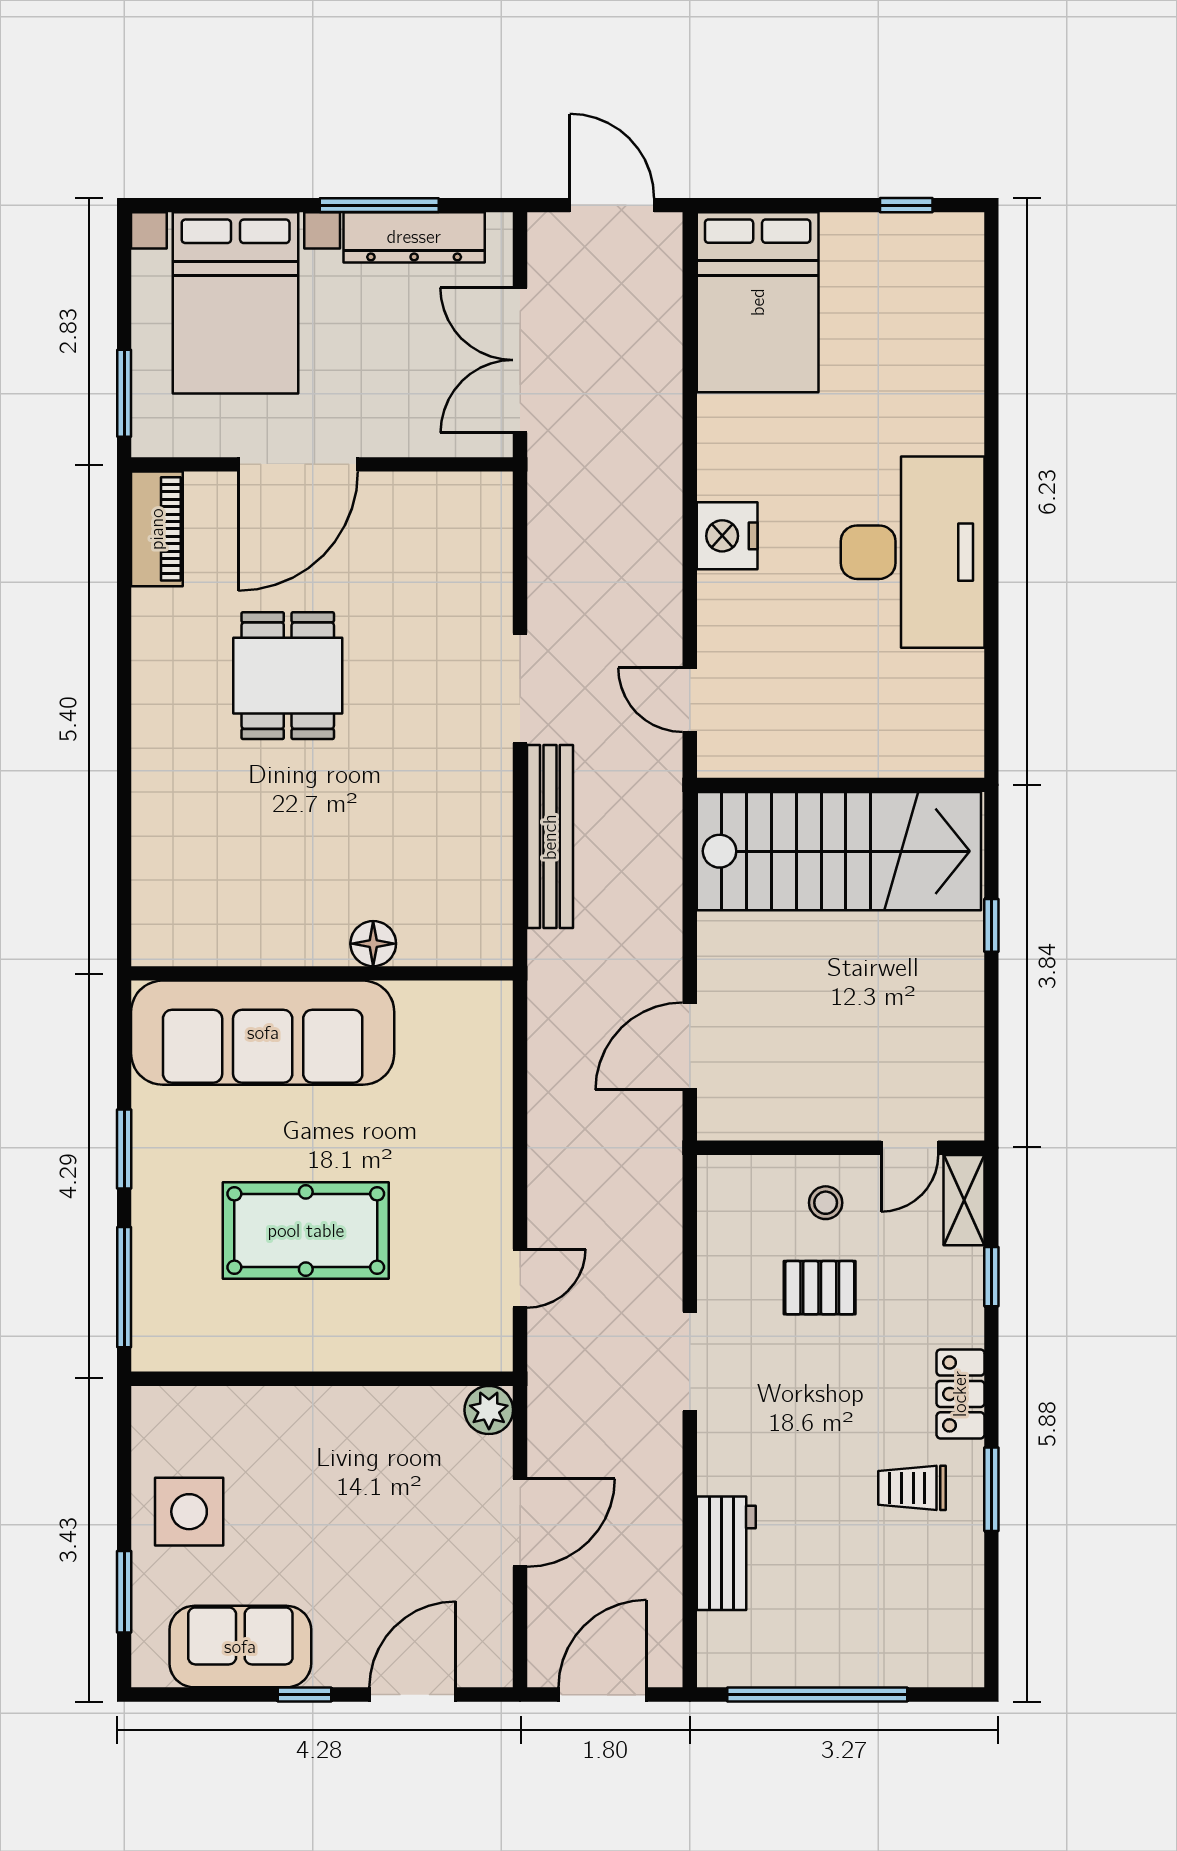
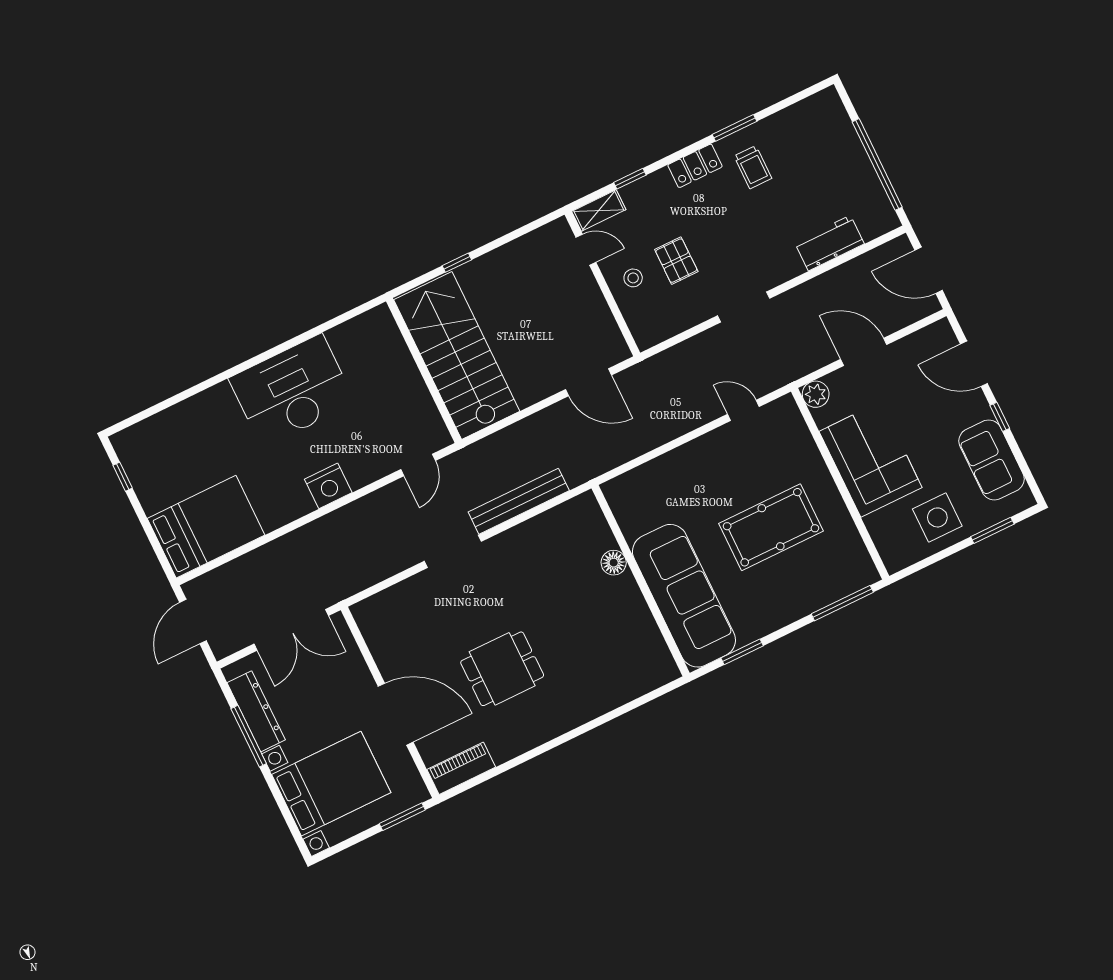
window: (124, 1149) -> (742, 652), moved
pool table: (306, 1231) -> (771, 527), turned 90
corner sofa: (338, 1448) -> (871, 459), added

